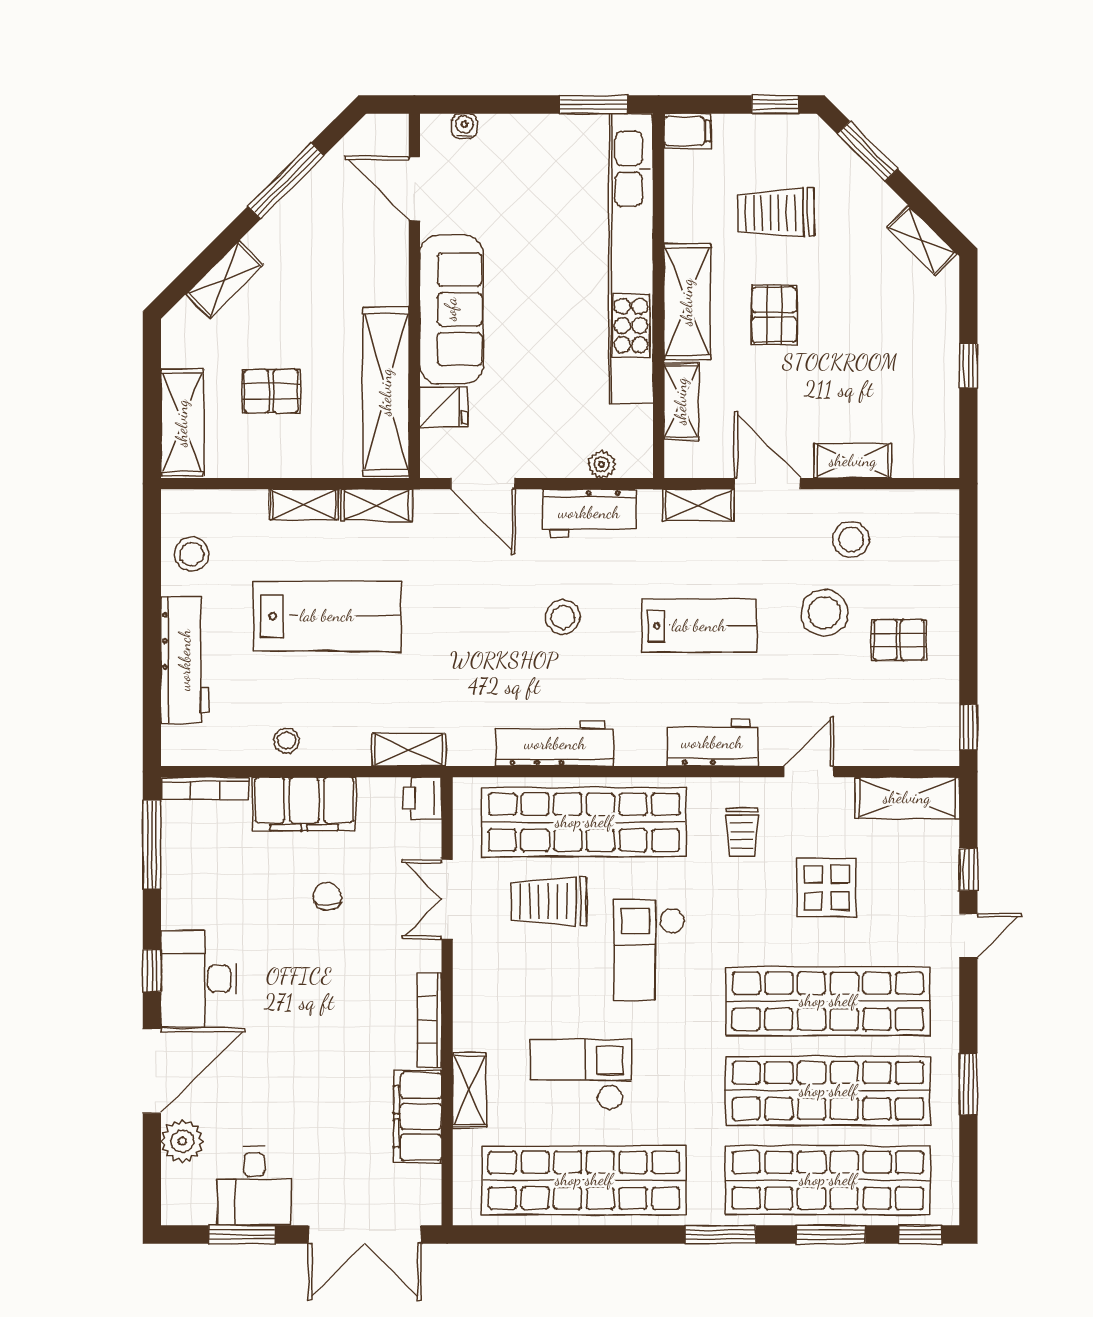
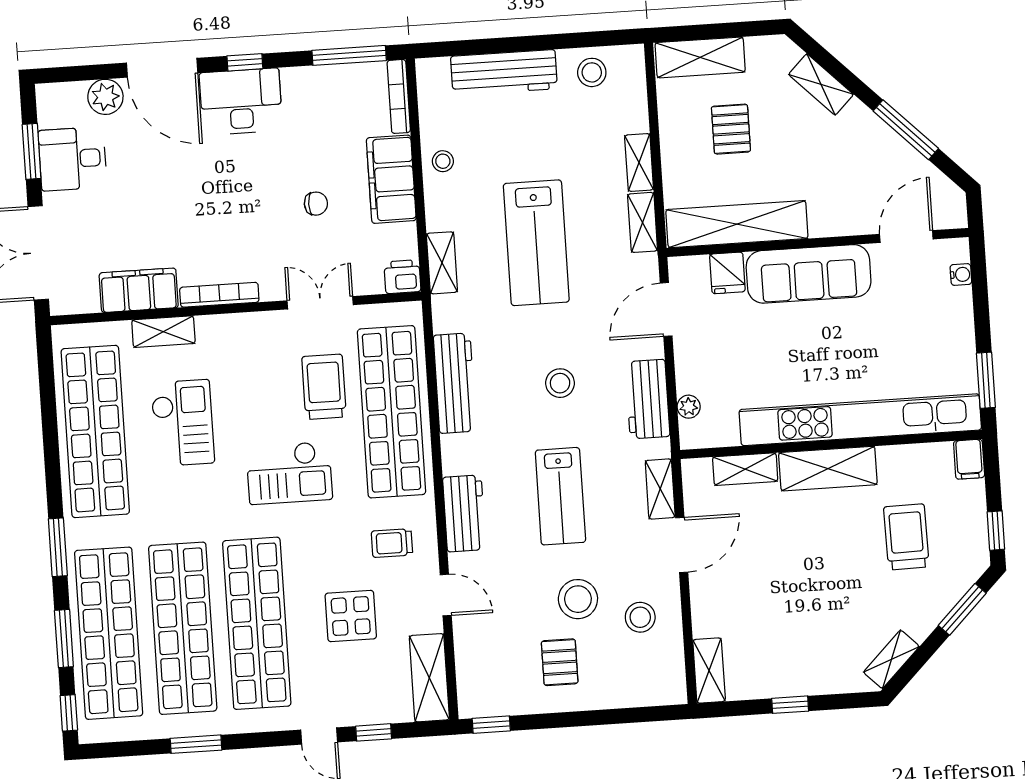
pallet: (774, 315) -> (822, 541), removed
shelving: (853, 461) -> (709, 671), moved
lab bench: (327, 616) -> (536, 243), moved
checkout: (649, 950) -> (289, 473), turned 180

